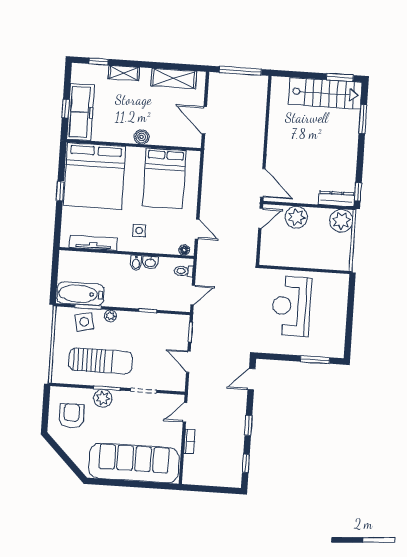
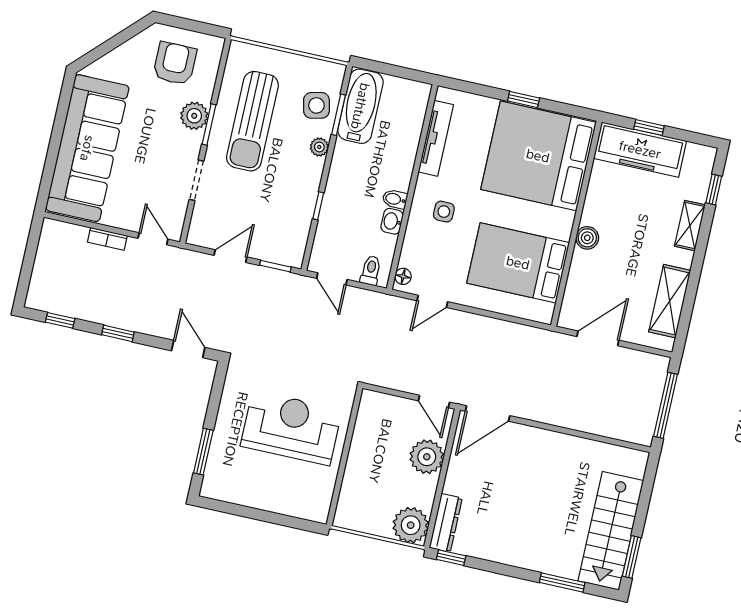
armchair: (72, 416) -> (175, 63), turned -90

